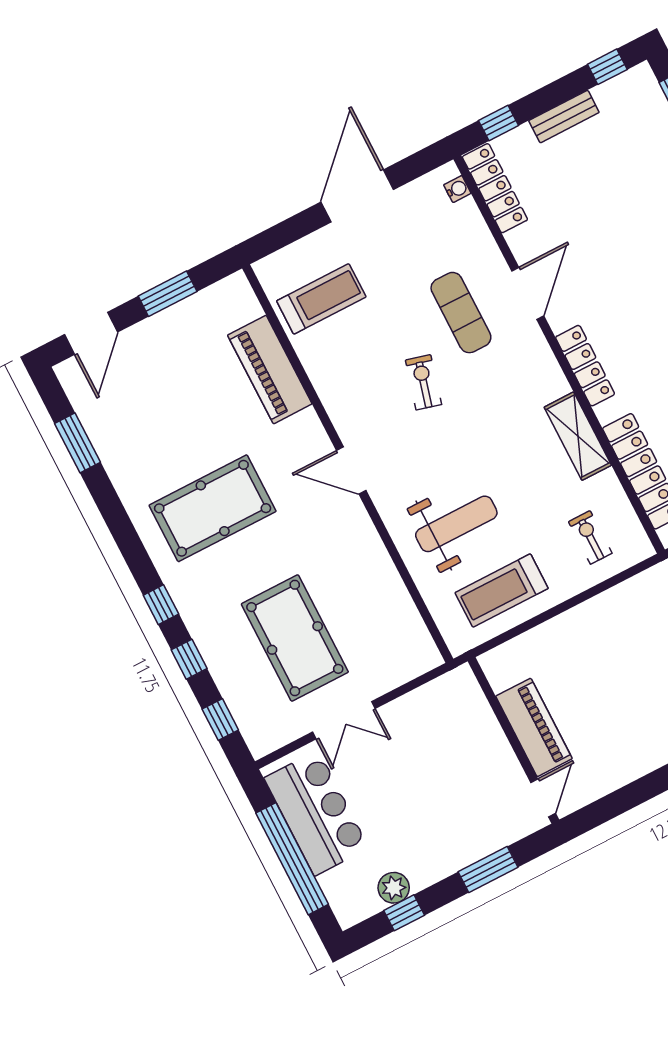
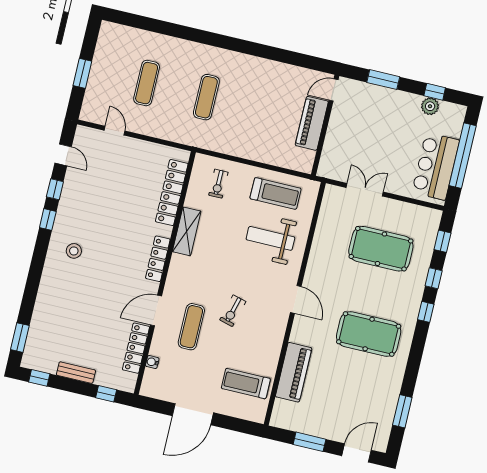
locker: (495, 188) -> (136, 348), moved
water cooler: (457, 189) -> (152, 362), moved
pool table: (295, 638) -> (381, 249), turned 90
double door: (344, 720) -> (365, 190), moved

